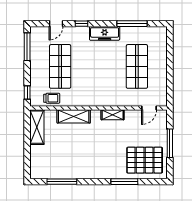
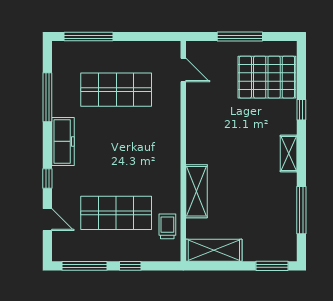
window: (170, 49) -> (89, 37), added
window: (27, 93) -> (130, 266), moved
shelving: (113, 115) -> (289, 153), moved
pallet: (145, 160) -> (267, 77), turned 90
window: (27, 163) -> (272, 266), added
window: (124, 182) -> (301, 110), width x0.46

